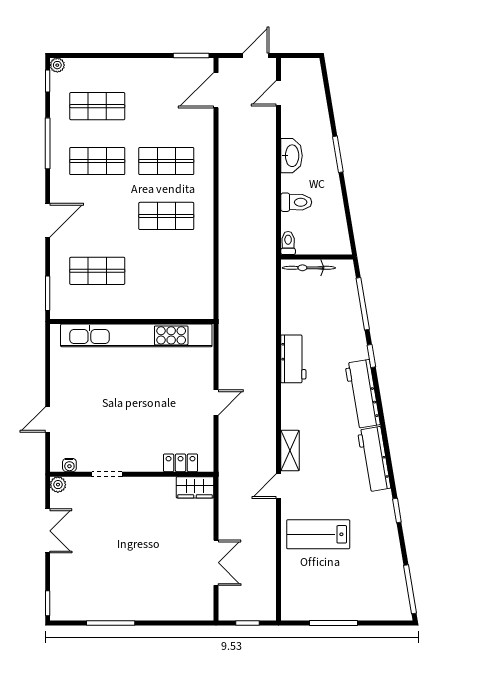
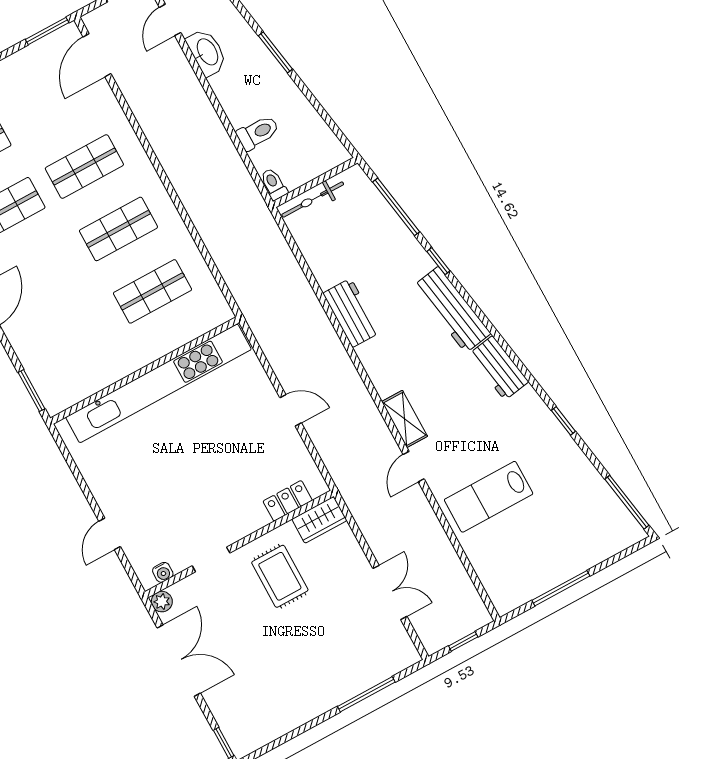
washbasin: (291, 156) -> (207, 52), moved
shop shelf: (97, 271) -> (152, 291), moved
door: (216, 403) -> (291, 410), hinge flipped
workbench: (374, 459) -> (499, 368), width x0.73
rug: (147, 511) -> (280, 576), added
double door: (48, 531) -> (179, 661), width x1.37
window: (111, 623) -> (366, 694), moved

